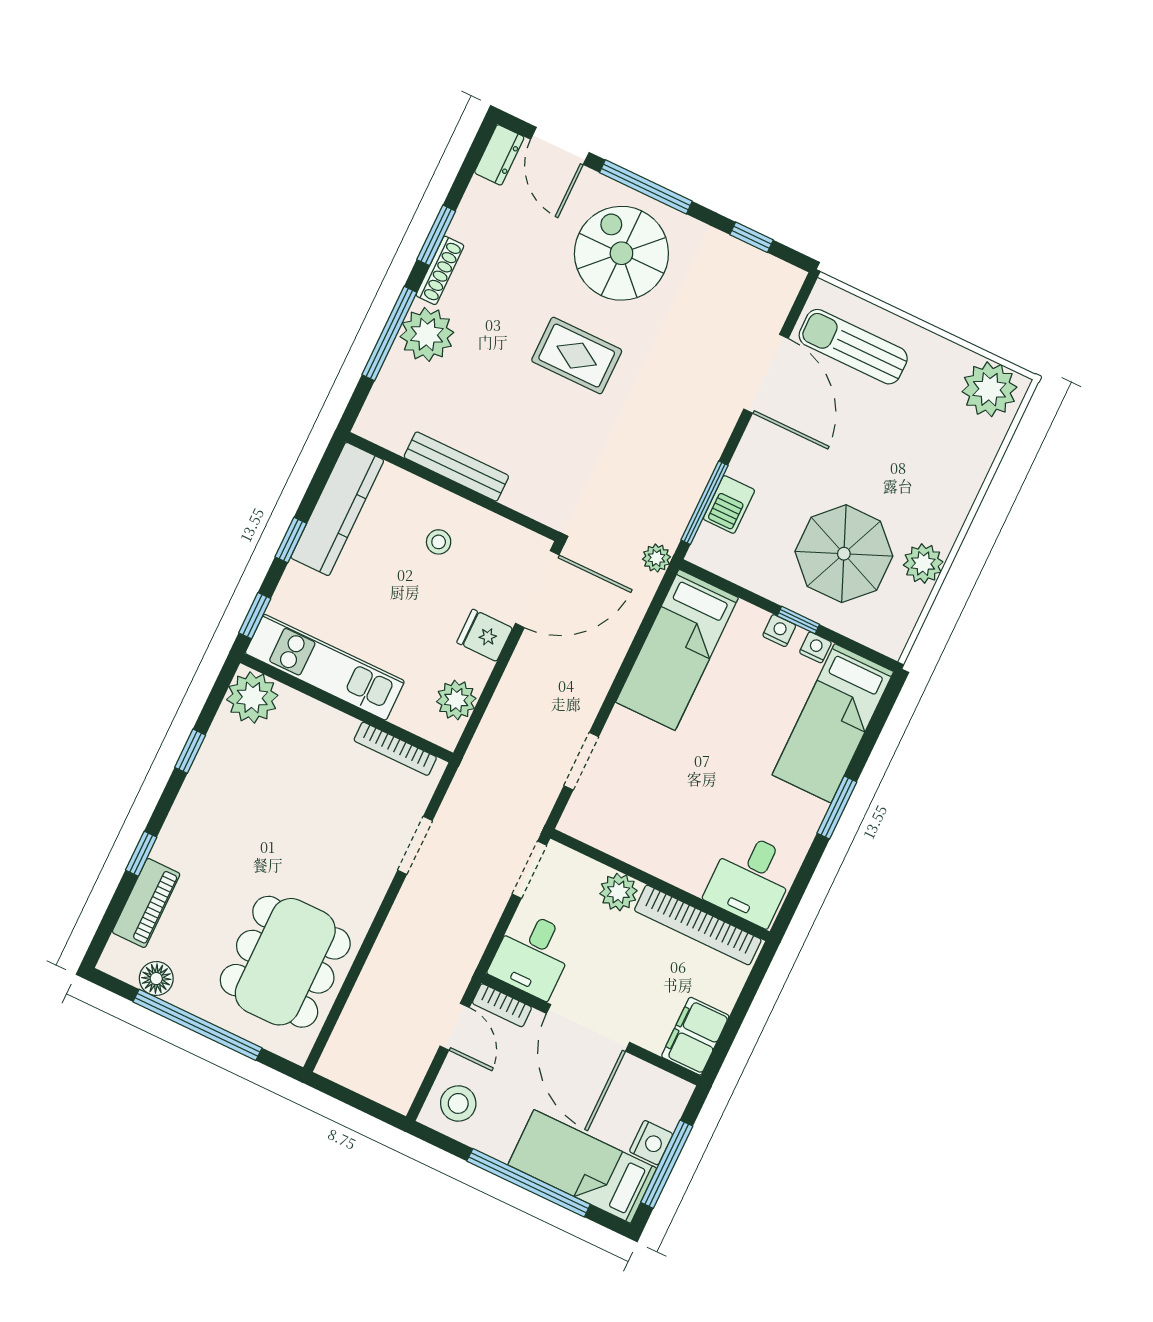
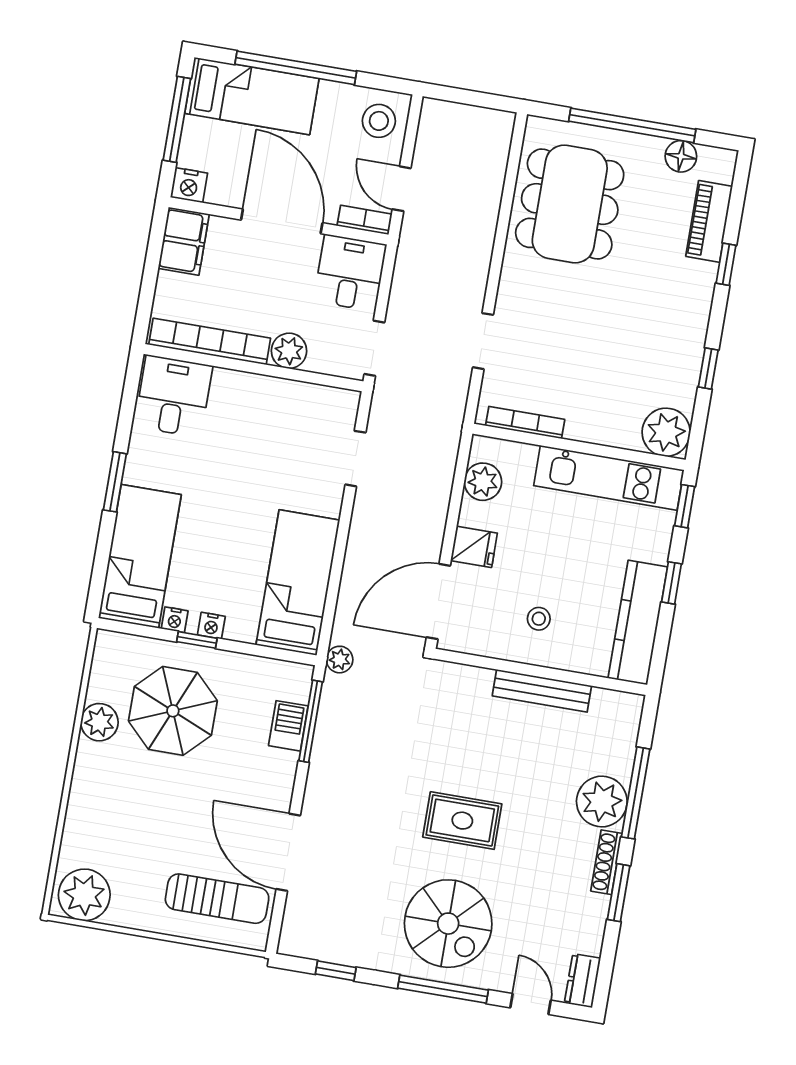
door: (560, 146) -> (531, 1004), width x0.73
nightstand: (651, 1143) -> (189, 185), moved, turned -90

